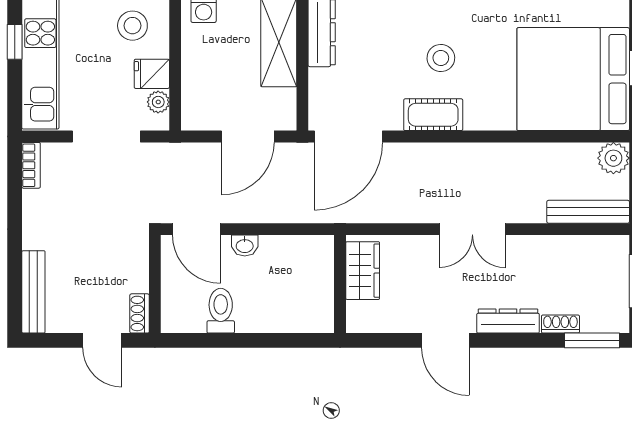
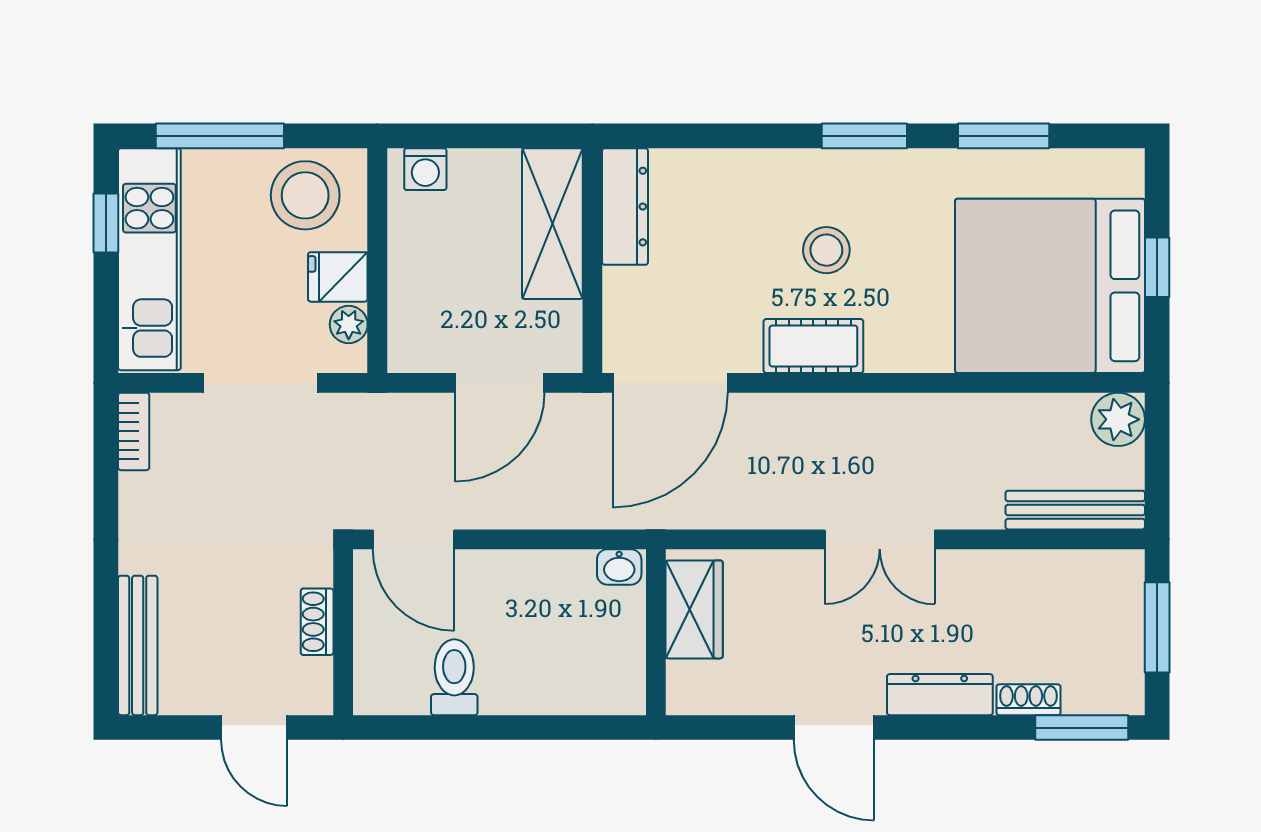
stool: (132, 26) -> (305, 195), width x1.38, depth x1.38
washbasin: (245, 245) -> (619, 567), moved
shoe rack: (140, 313) -> (317, 622), moved

